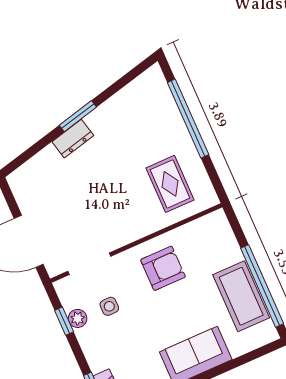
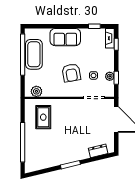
dresser: (73, 139) -> (98, 151), moved
plant: (205, 228) -> (36, 91), added
armchair: (163, 268) -> (71, 73), moved, turned -100

